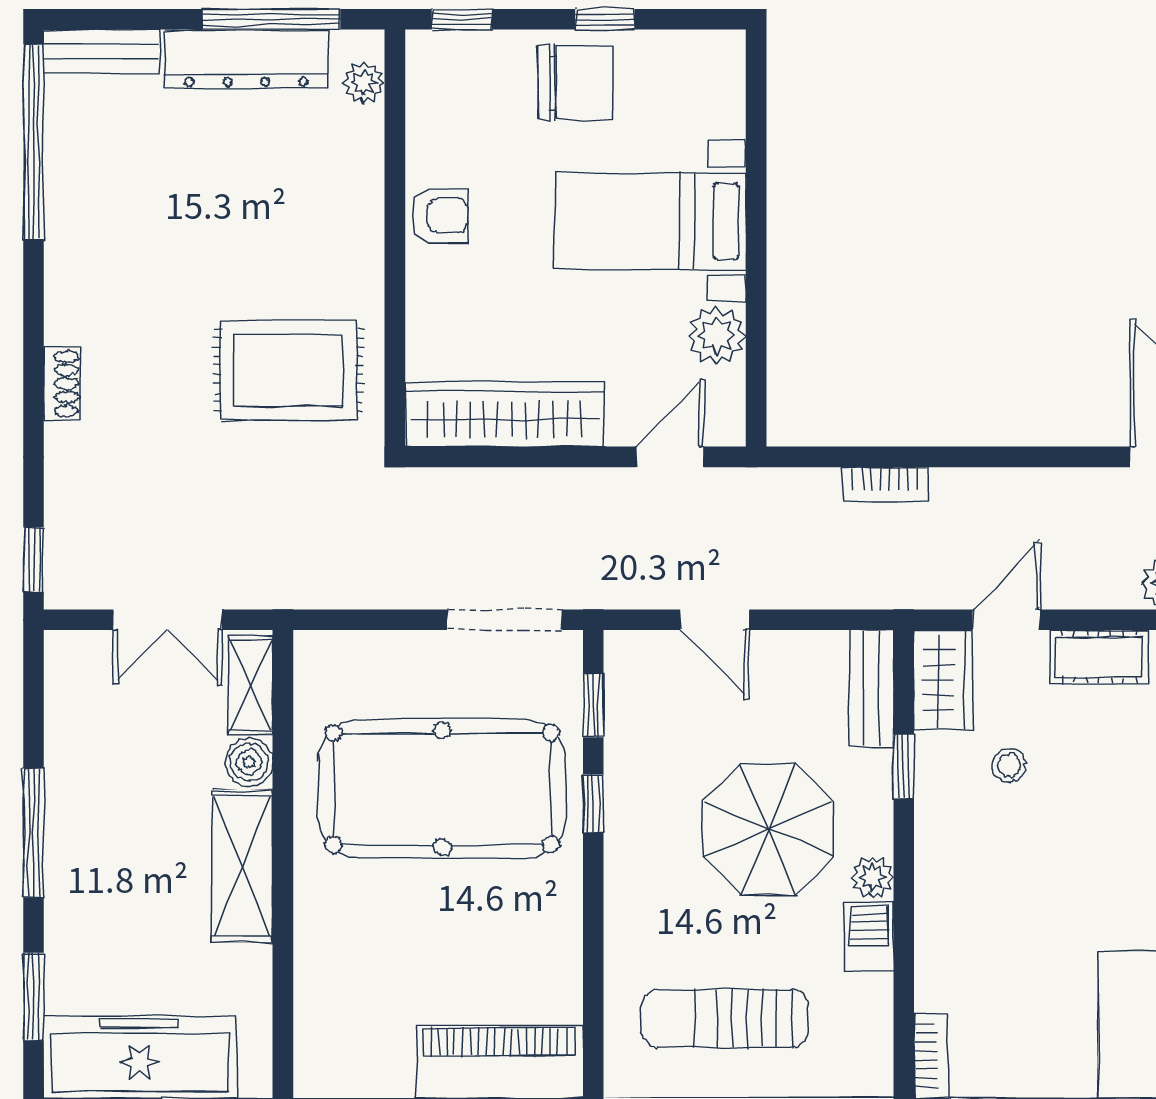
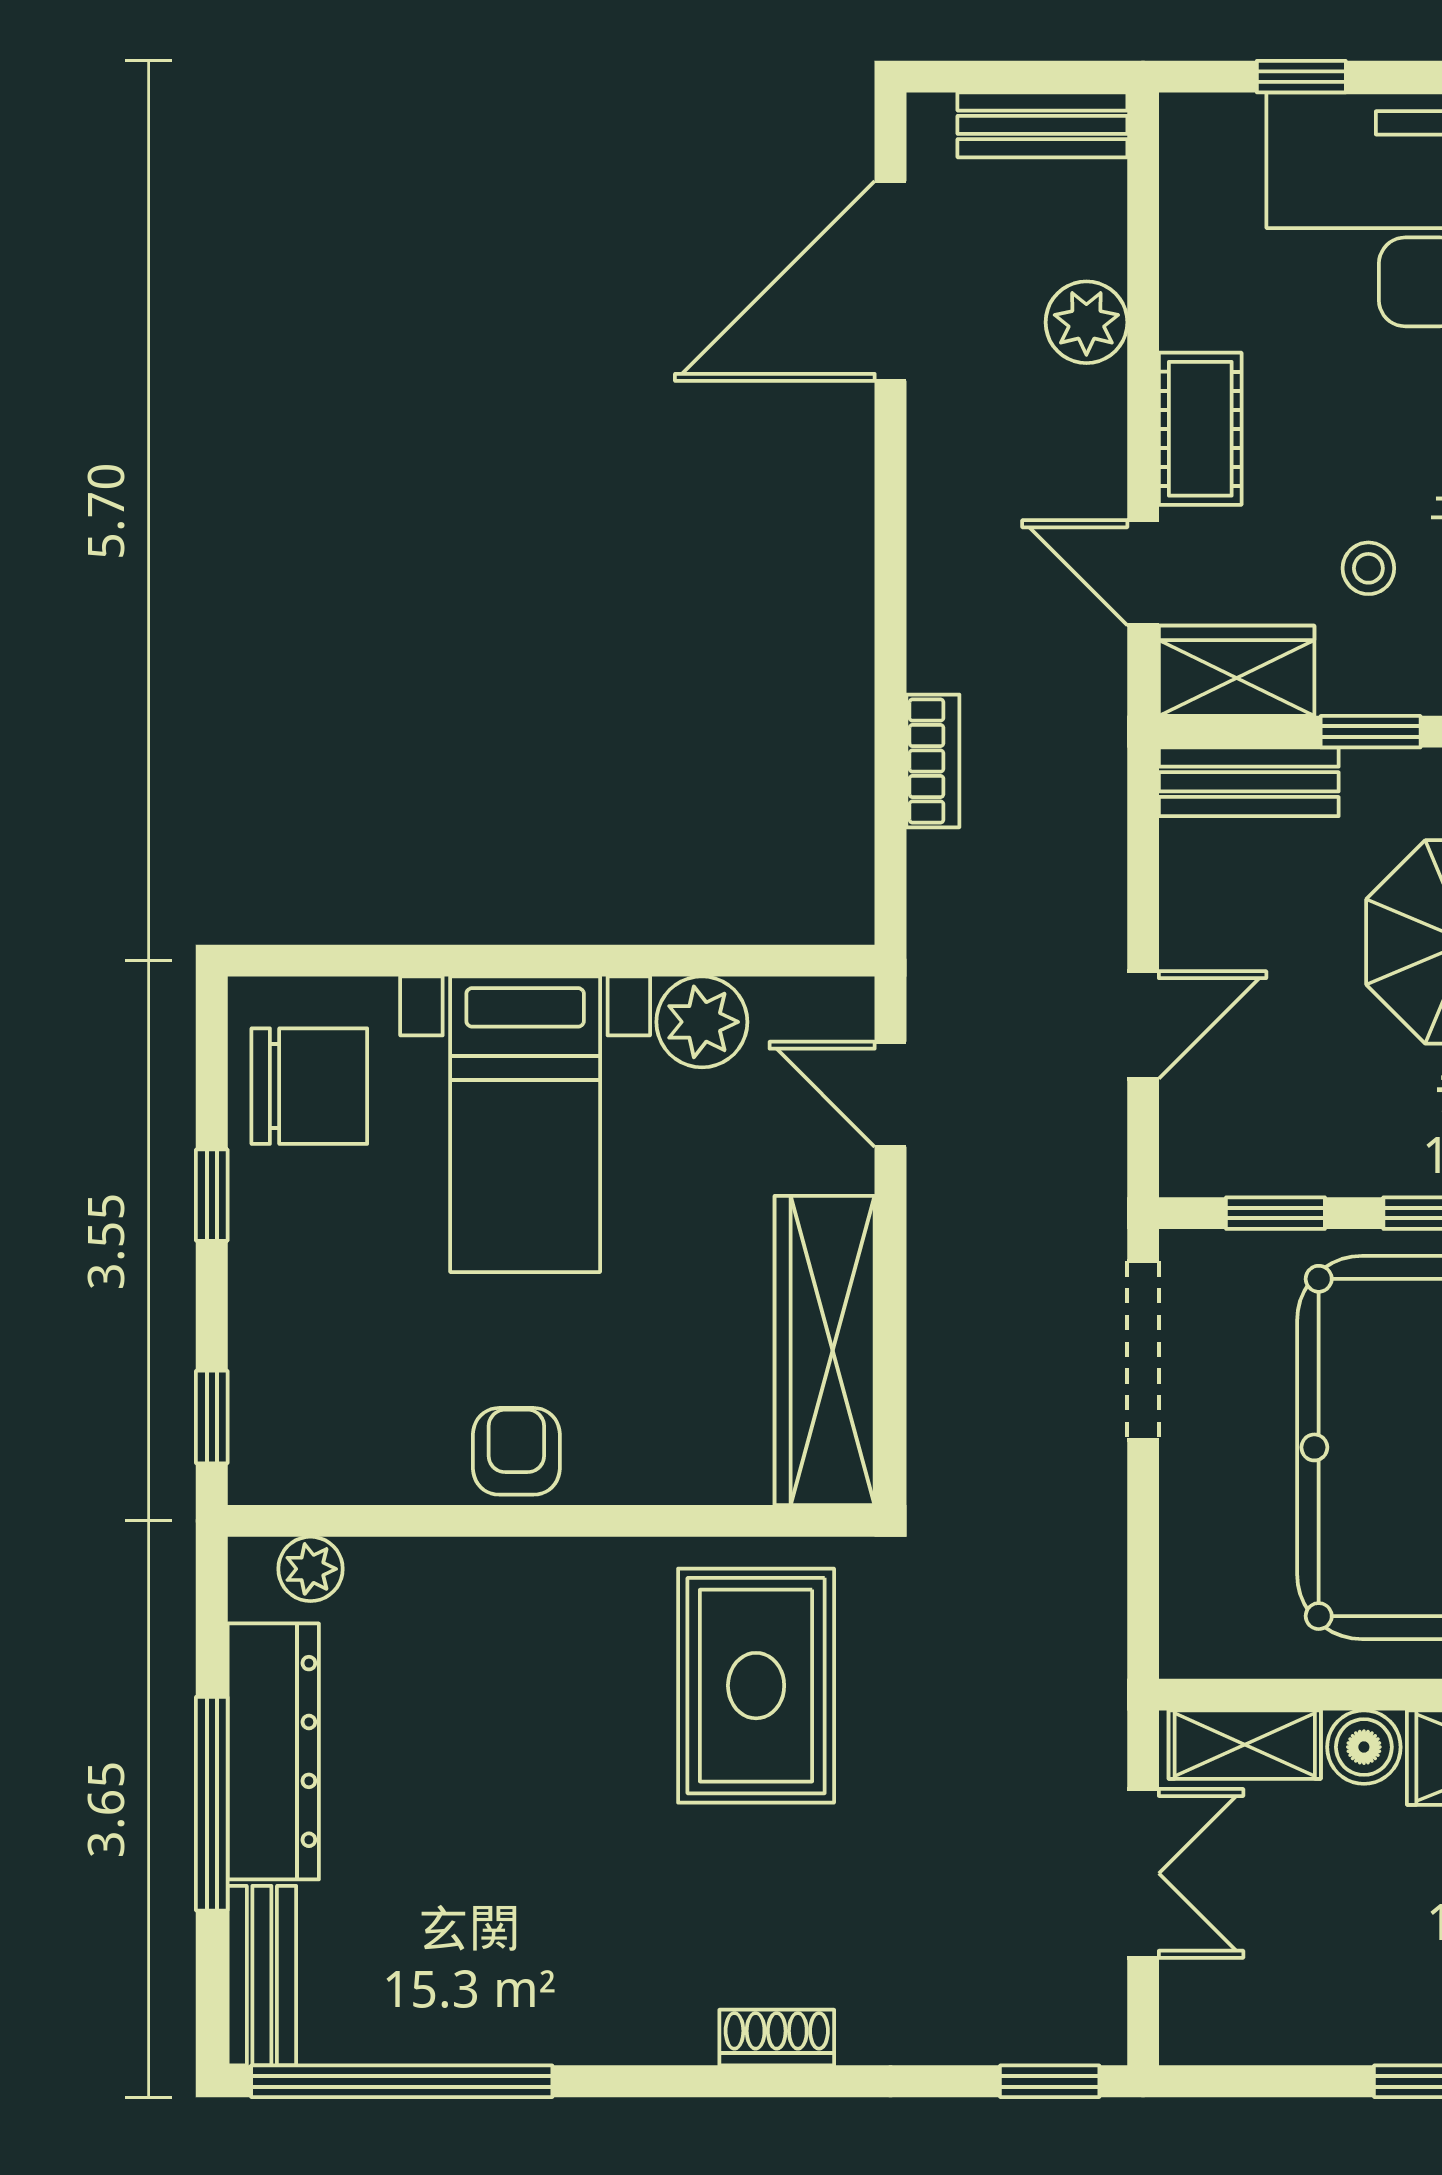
window: (271, 19) -> (212, 1804), moved
chair: (575, 83) -> (309, 1086), moved, turned 90

